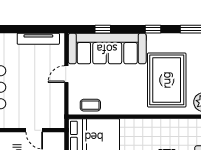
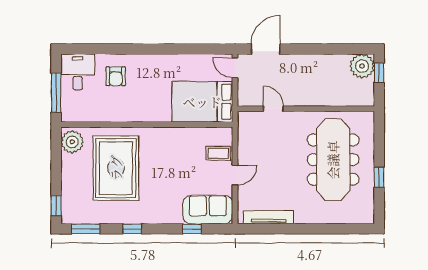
sofa: (107, 48) -> (208, 210), width x0.54, depth x0.79
coffee table: (90, 105) -> (218, 153), moved

